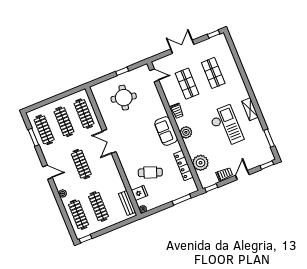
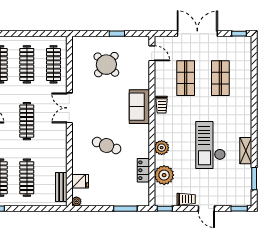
double door: (182, 47) -> (197, 34), width x1.37
round table: (124, 98) -> (106, 65), turned 30
shelving: (250, 109) -> (246, 151), moved
checkout: (226, 126) -> (210, 145), turned 180
sofa: (166, 131) -> (139, 107), moved
plant: (186, 132) -> (162, 148), moved
locker: (183, 165) -> (143, 170), width x0.66
cafe table: (150, 172) -> (107, 145), moved
door: (242, 175) -> (206, 209), swing flipped

